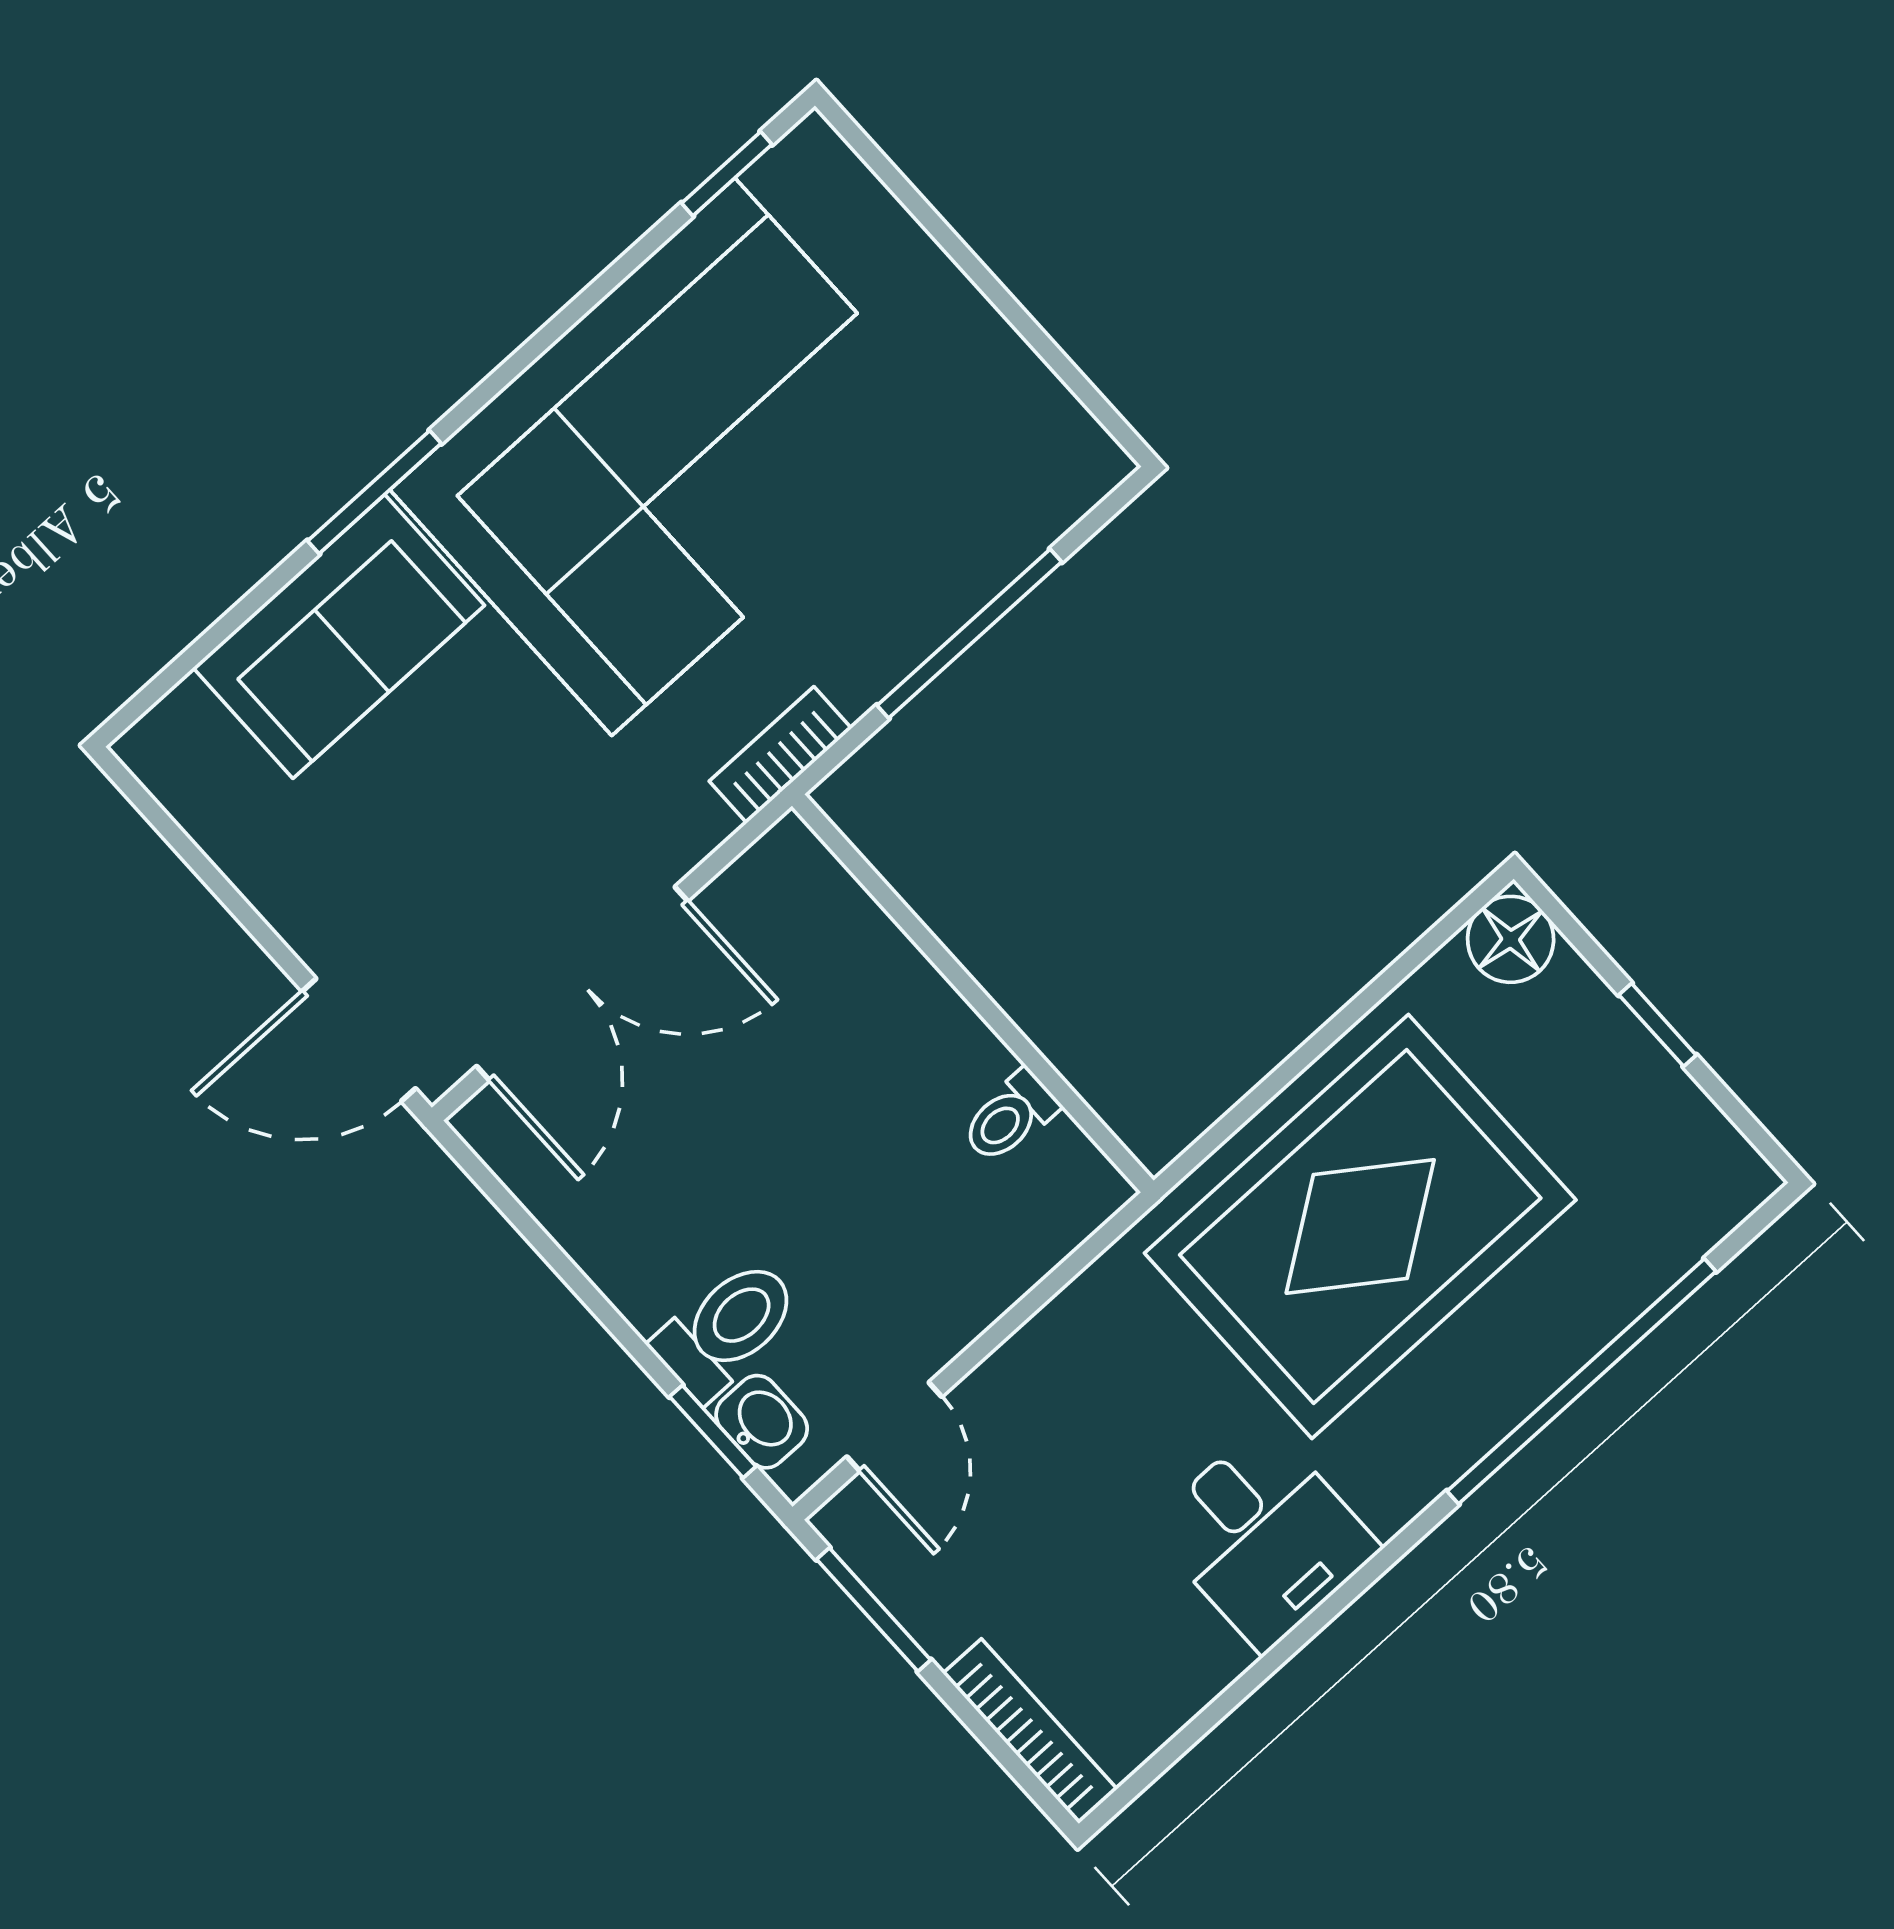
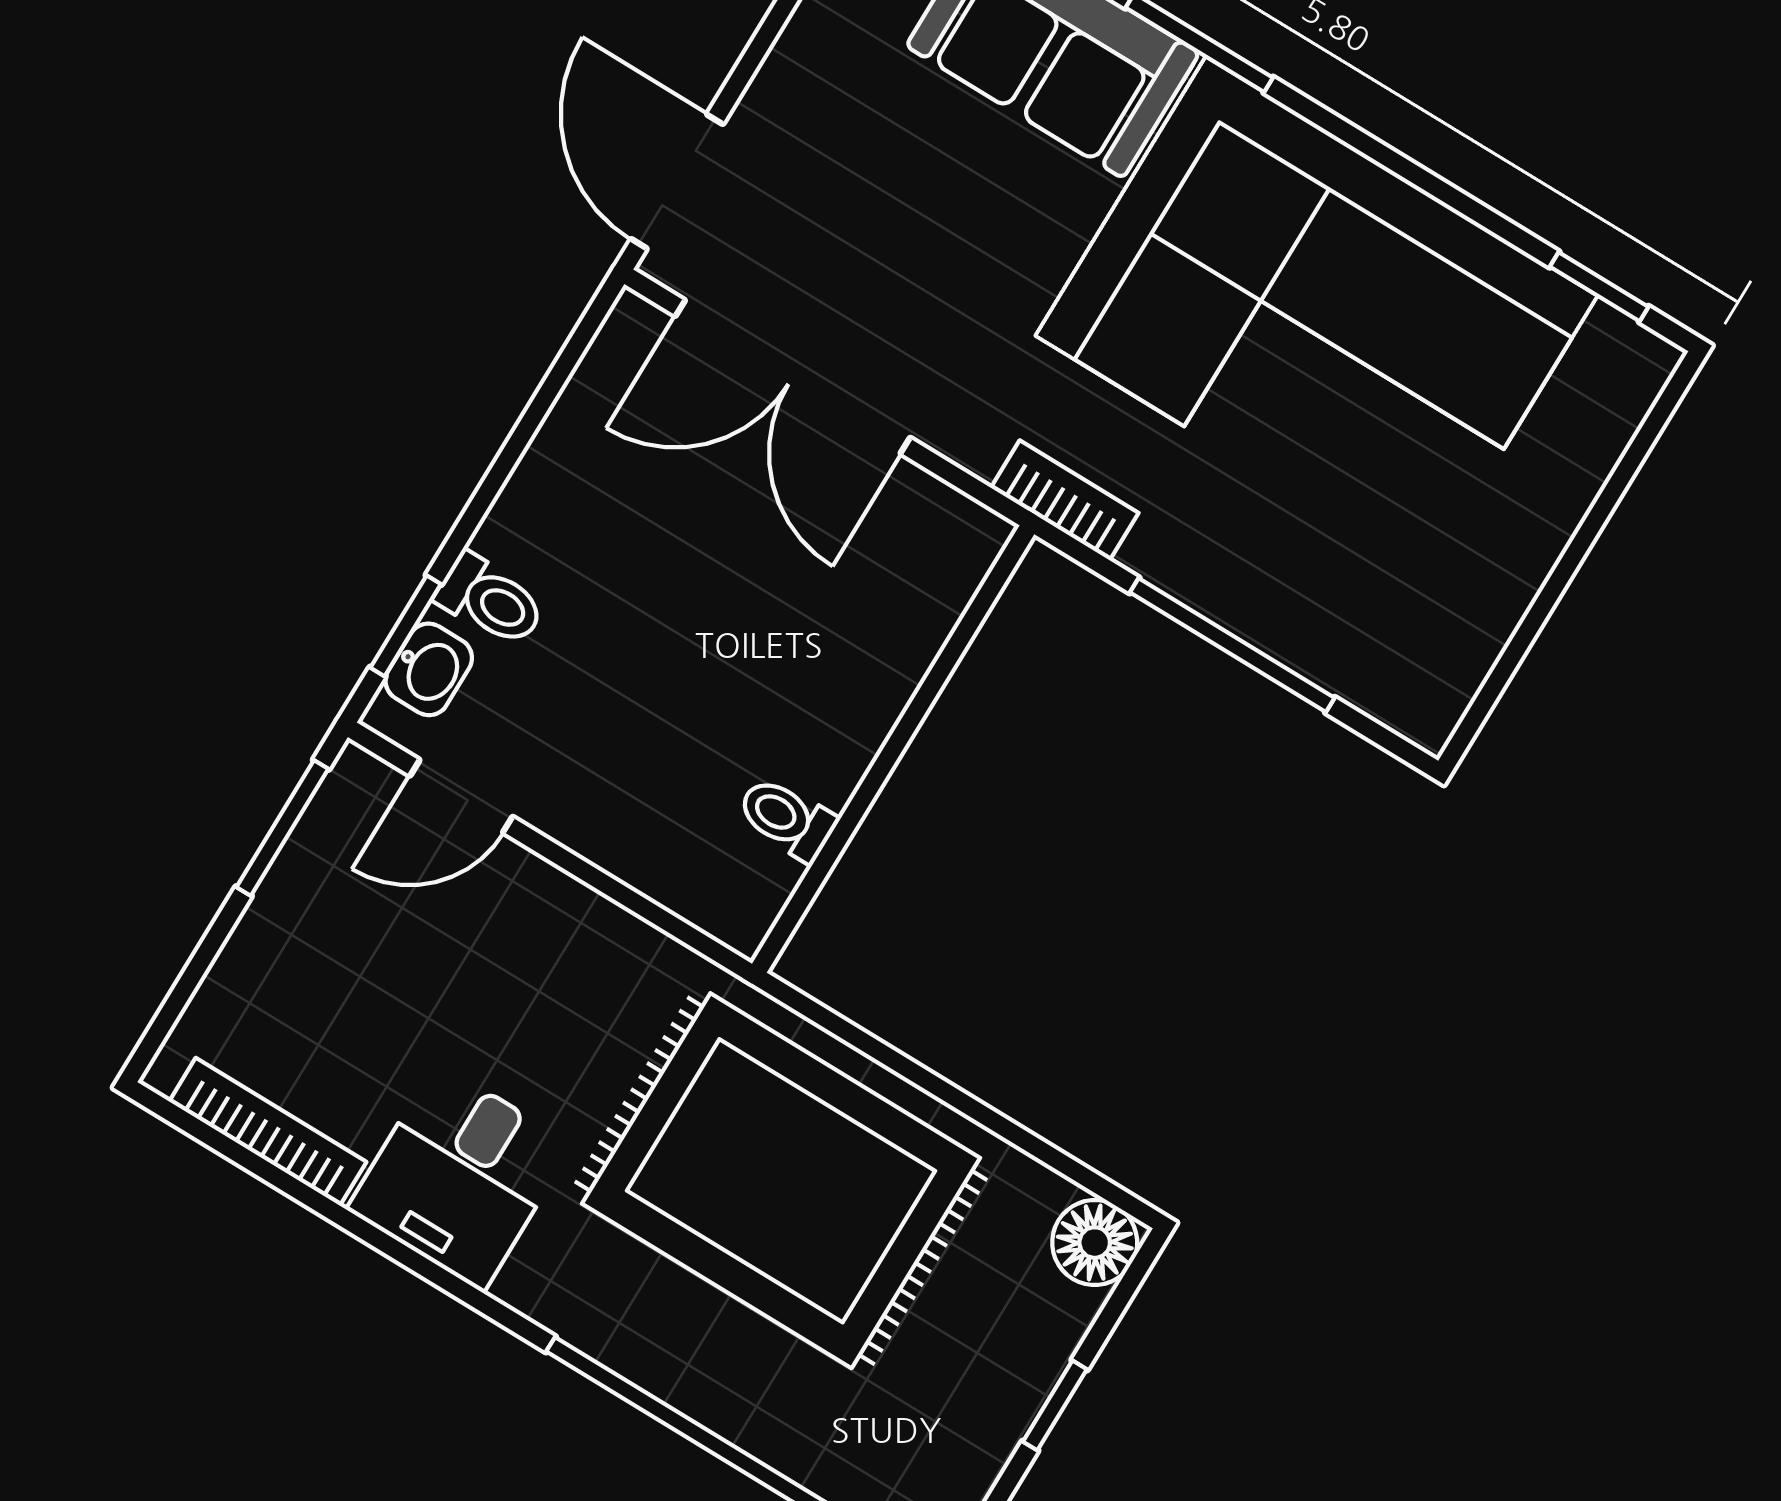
toilet: (727, 1328) -> (491, 600), width x0.73, depth x0.72
bookcase: (1030, 1731) -> (268, 1132), moved, turned -90

